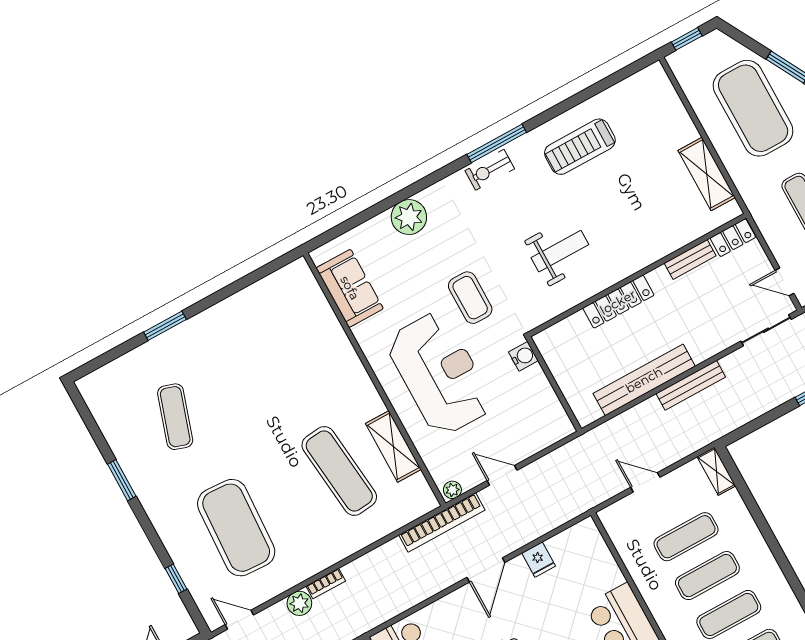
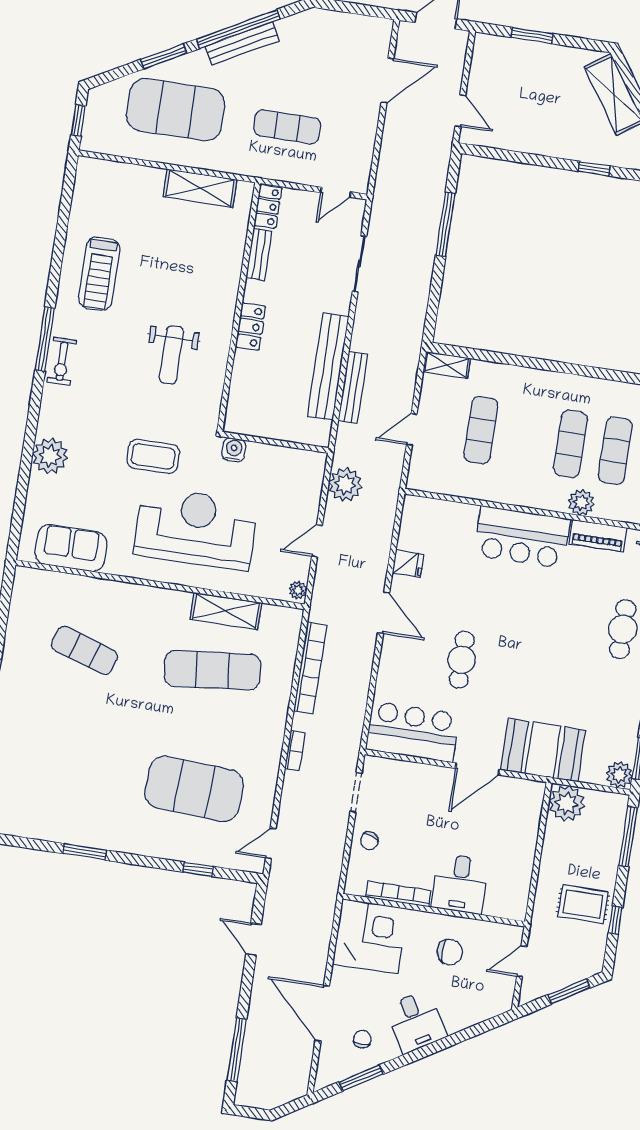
weight bench: (560, 251) -> (171, 355), turned 180
locker: (618, 302) -> (250, 326), width x0.66
sliding door: (766, 330) -> (359, 264), moved
bench: (691, 385) -> (353, 388), moved
exercise mat: (175, 417) -> (85, 651), moved
bookcase: (442, 522) -> (310, 668), moved
exercise mat: (707, 576) -> (526, 437), removed
plant: (299, 603) -> (345, 484), moved, width x1.36, depth x1.36

